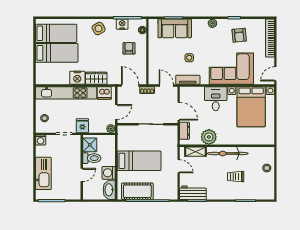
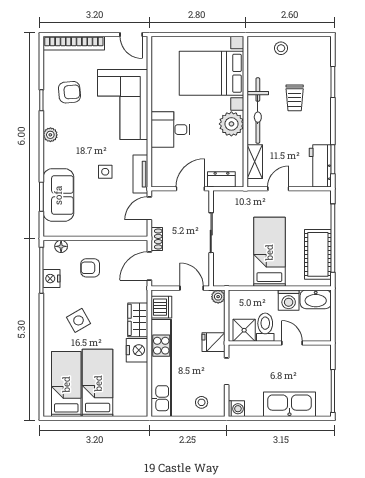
side table: (99, 29) -> (78, 320), moved
bed with nightstands: (251, 107) -> (212, 73), moved, turned 180
plant: (209, 137) -> (231, 124), moved

